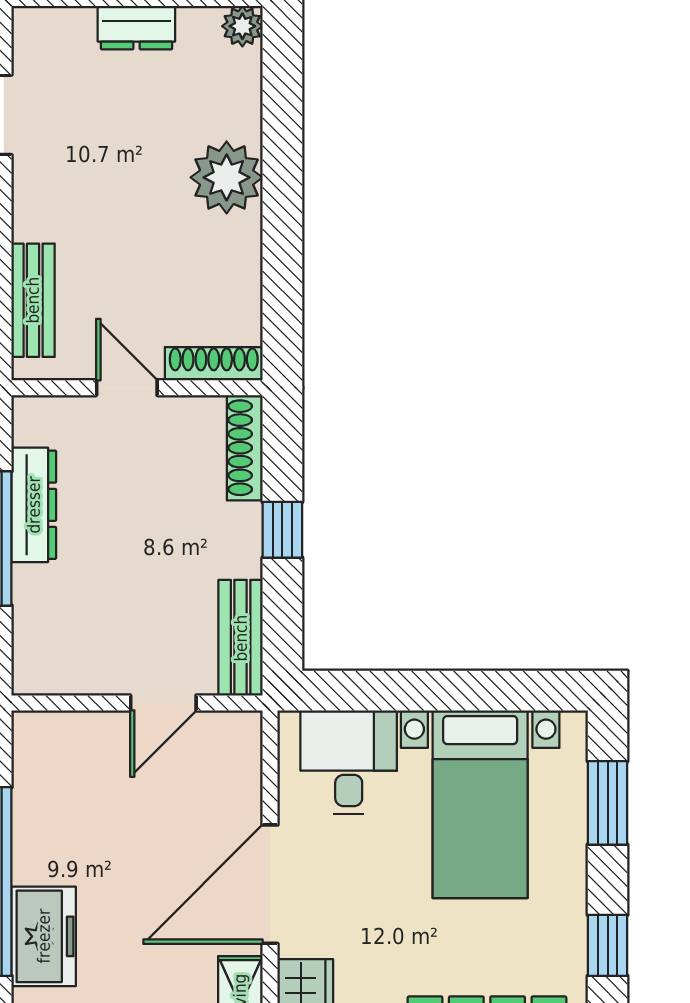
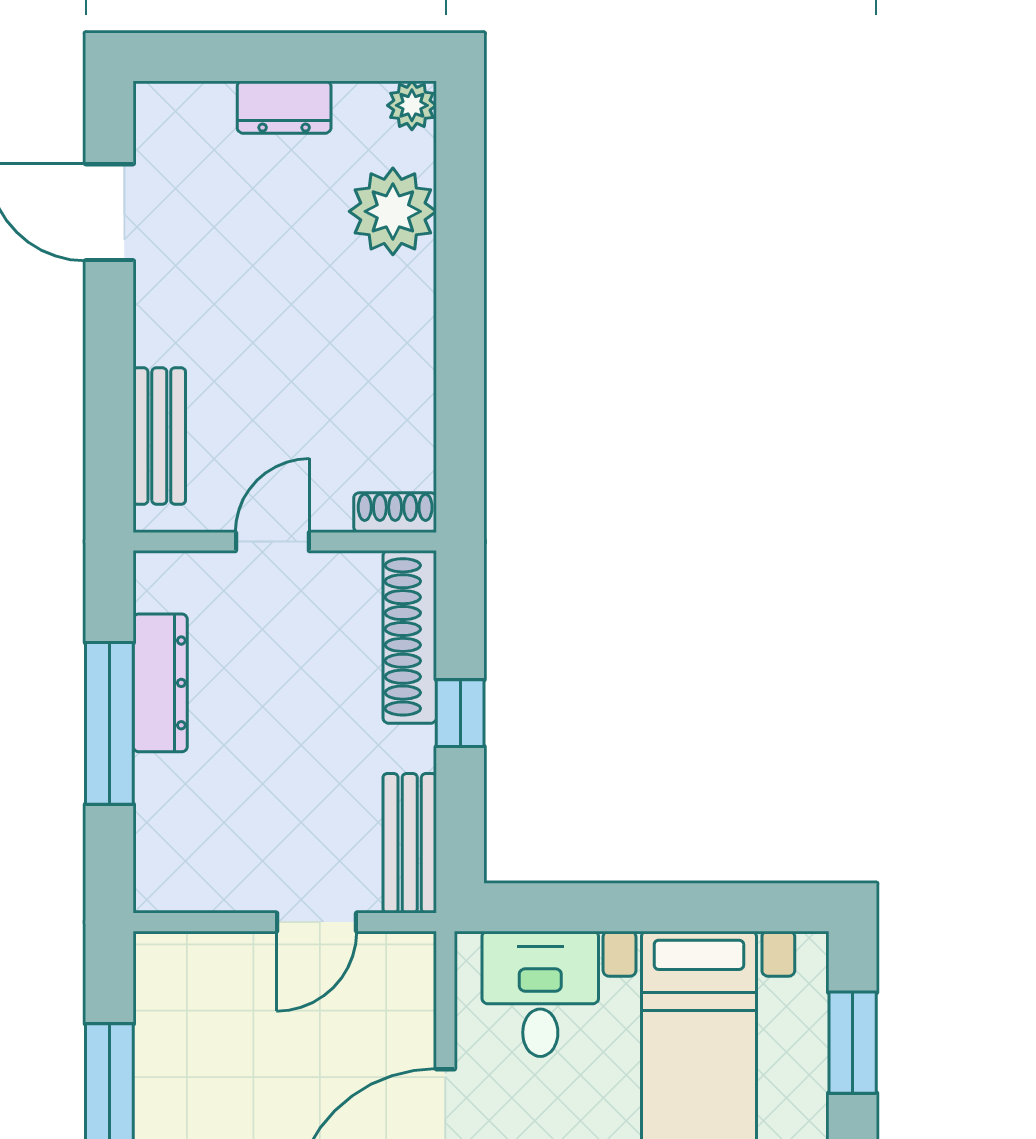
plant: (227, 177) -> (393, 211), moved
shoe rack: (214, 364) -> (395, 513), width x0.70
door: (127, 388) -> (272, 542), hinge flipped
shoe rack: (245, 448) -> (410, 637), width x1.36, depth x1.24

